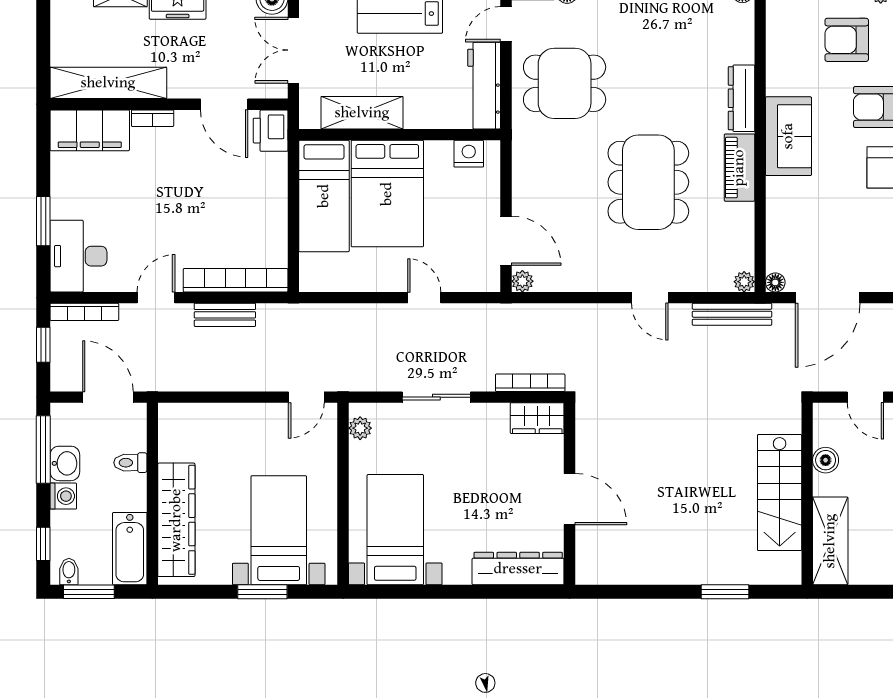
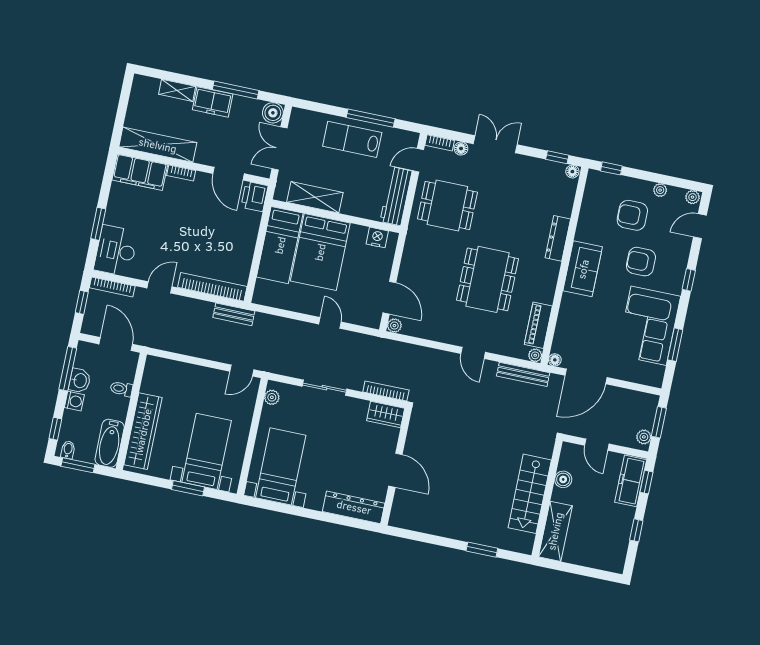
piano: (739, 168) -> (538, 325), moved
bench: (225, 315) -> (234, 314), moved

